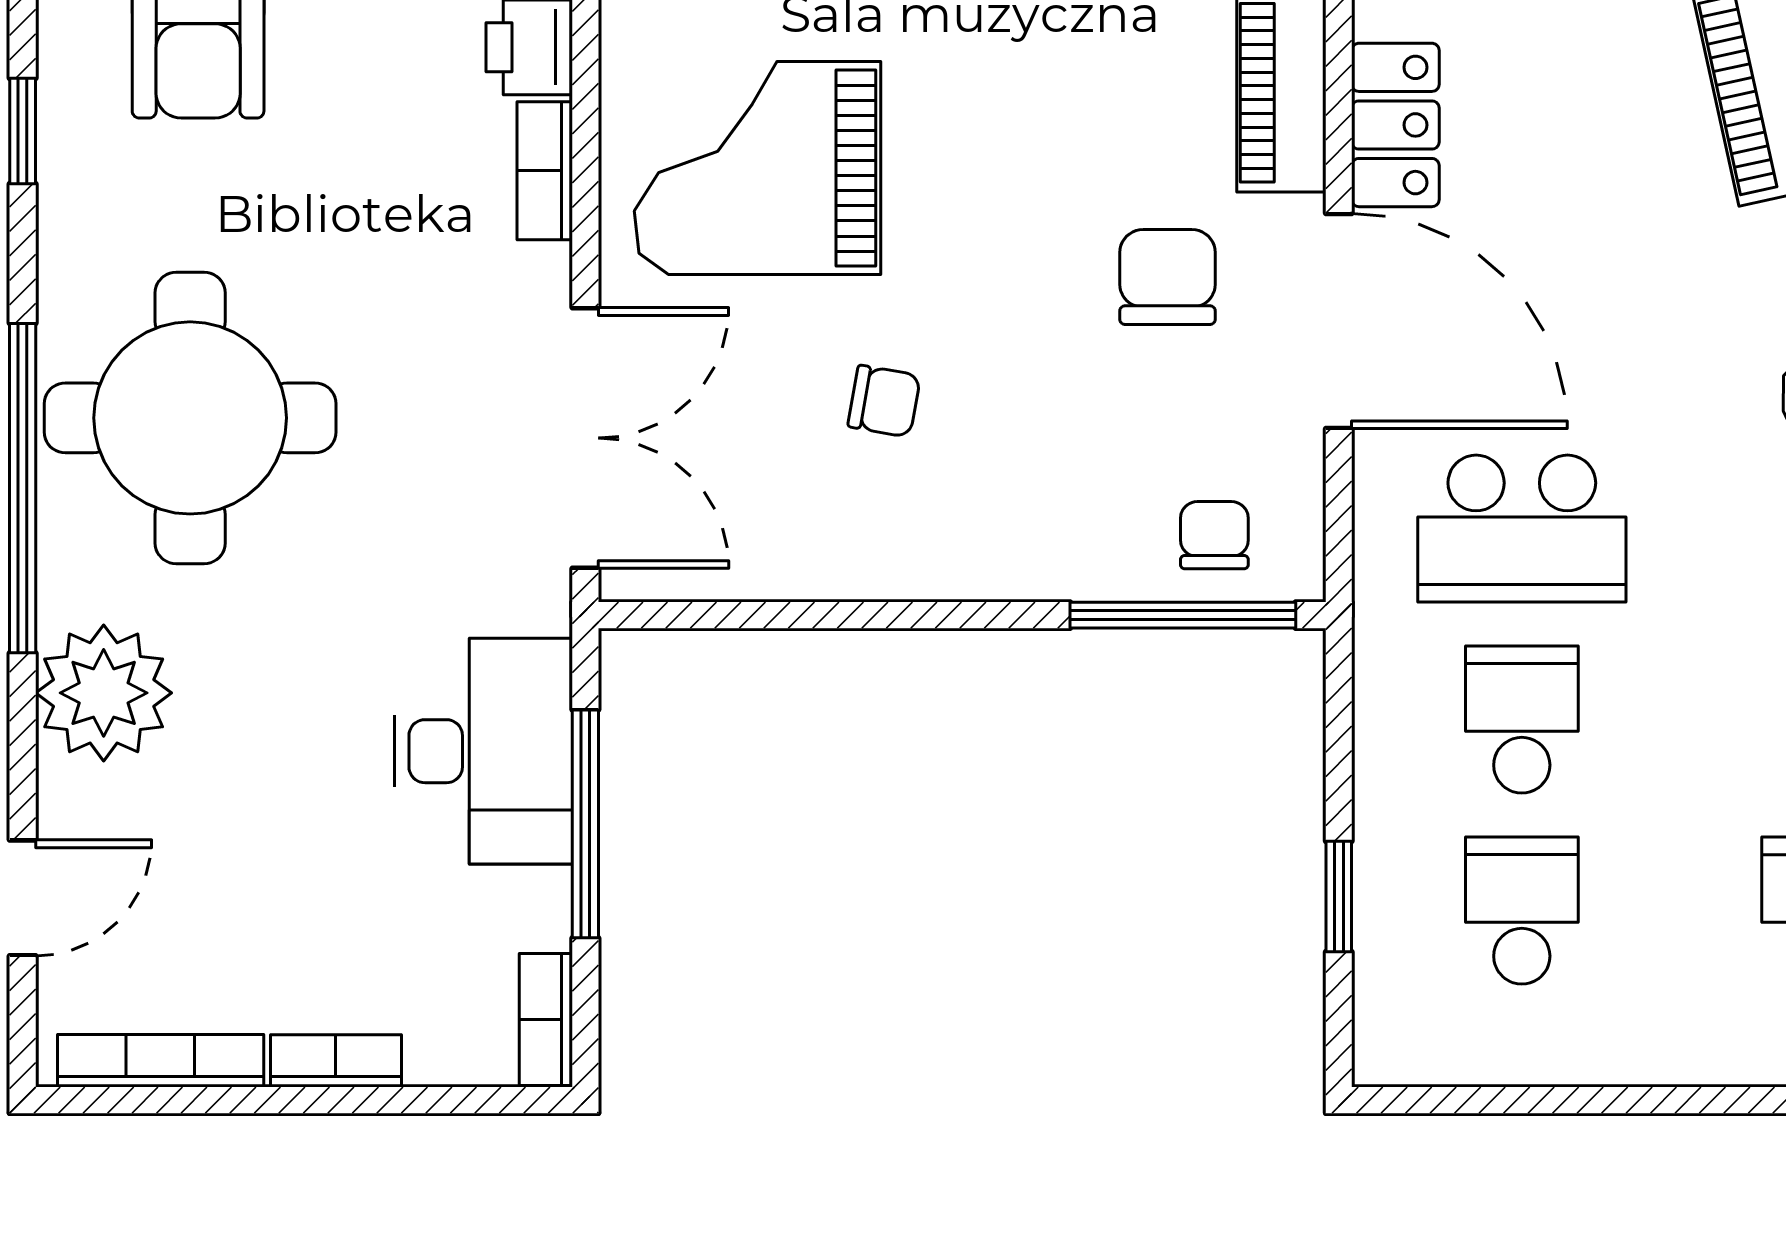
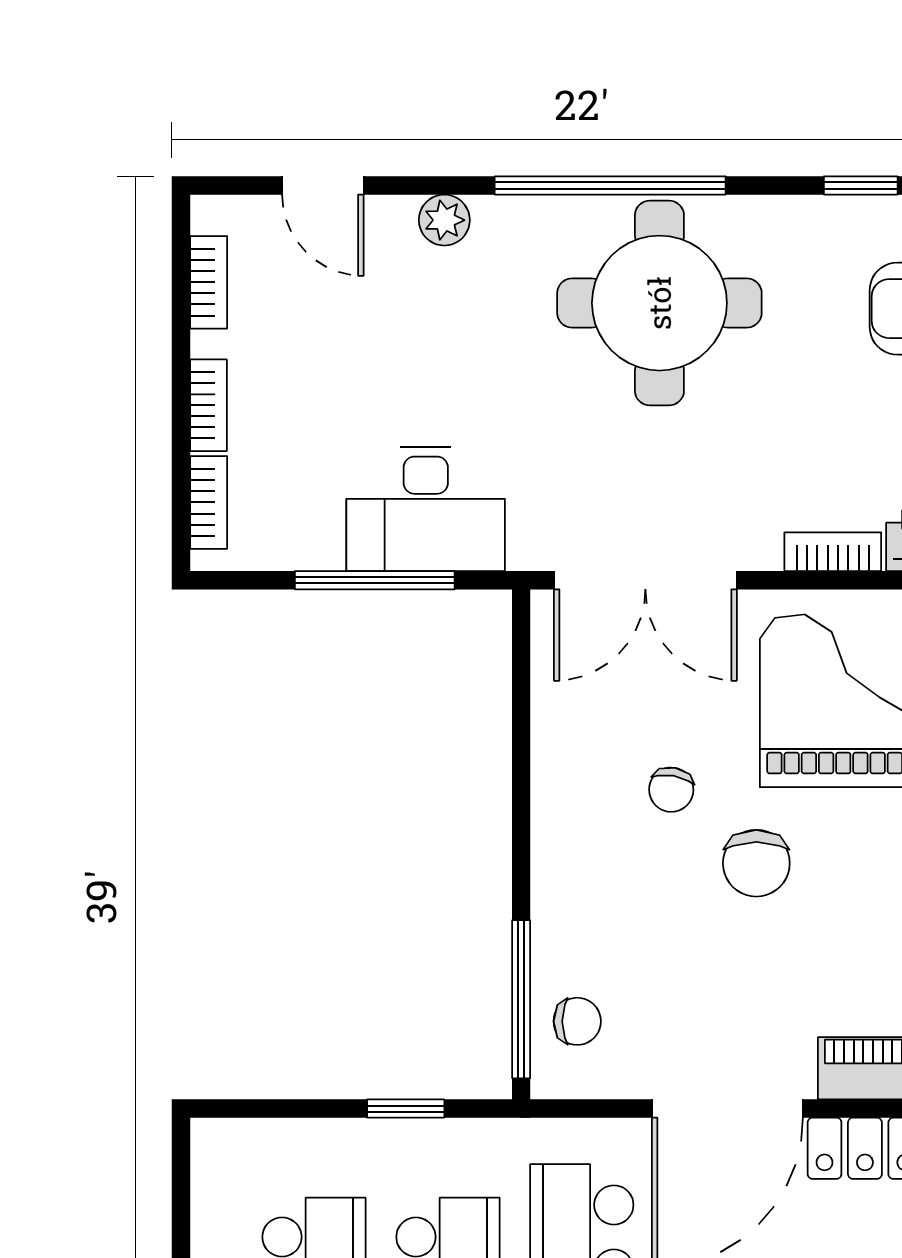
chair: (1167, 277) -> (756, 863), moved, turned 90
plant: (104, 693) -> (444, 220), width x0.53, depth x0.53
window: (1339, 897) -> (406, 1109), moved
bookcase: (546, 1020) -> (209, 502), moved, turned 90
bookcase: (161, 1061) -> (209, 282), width x0.64

